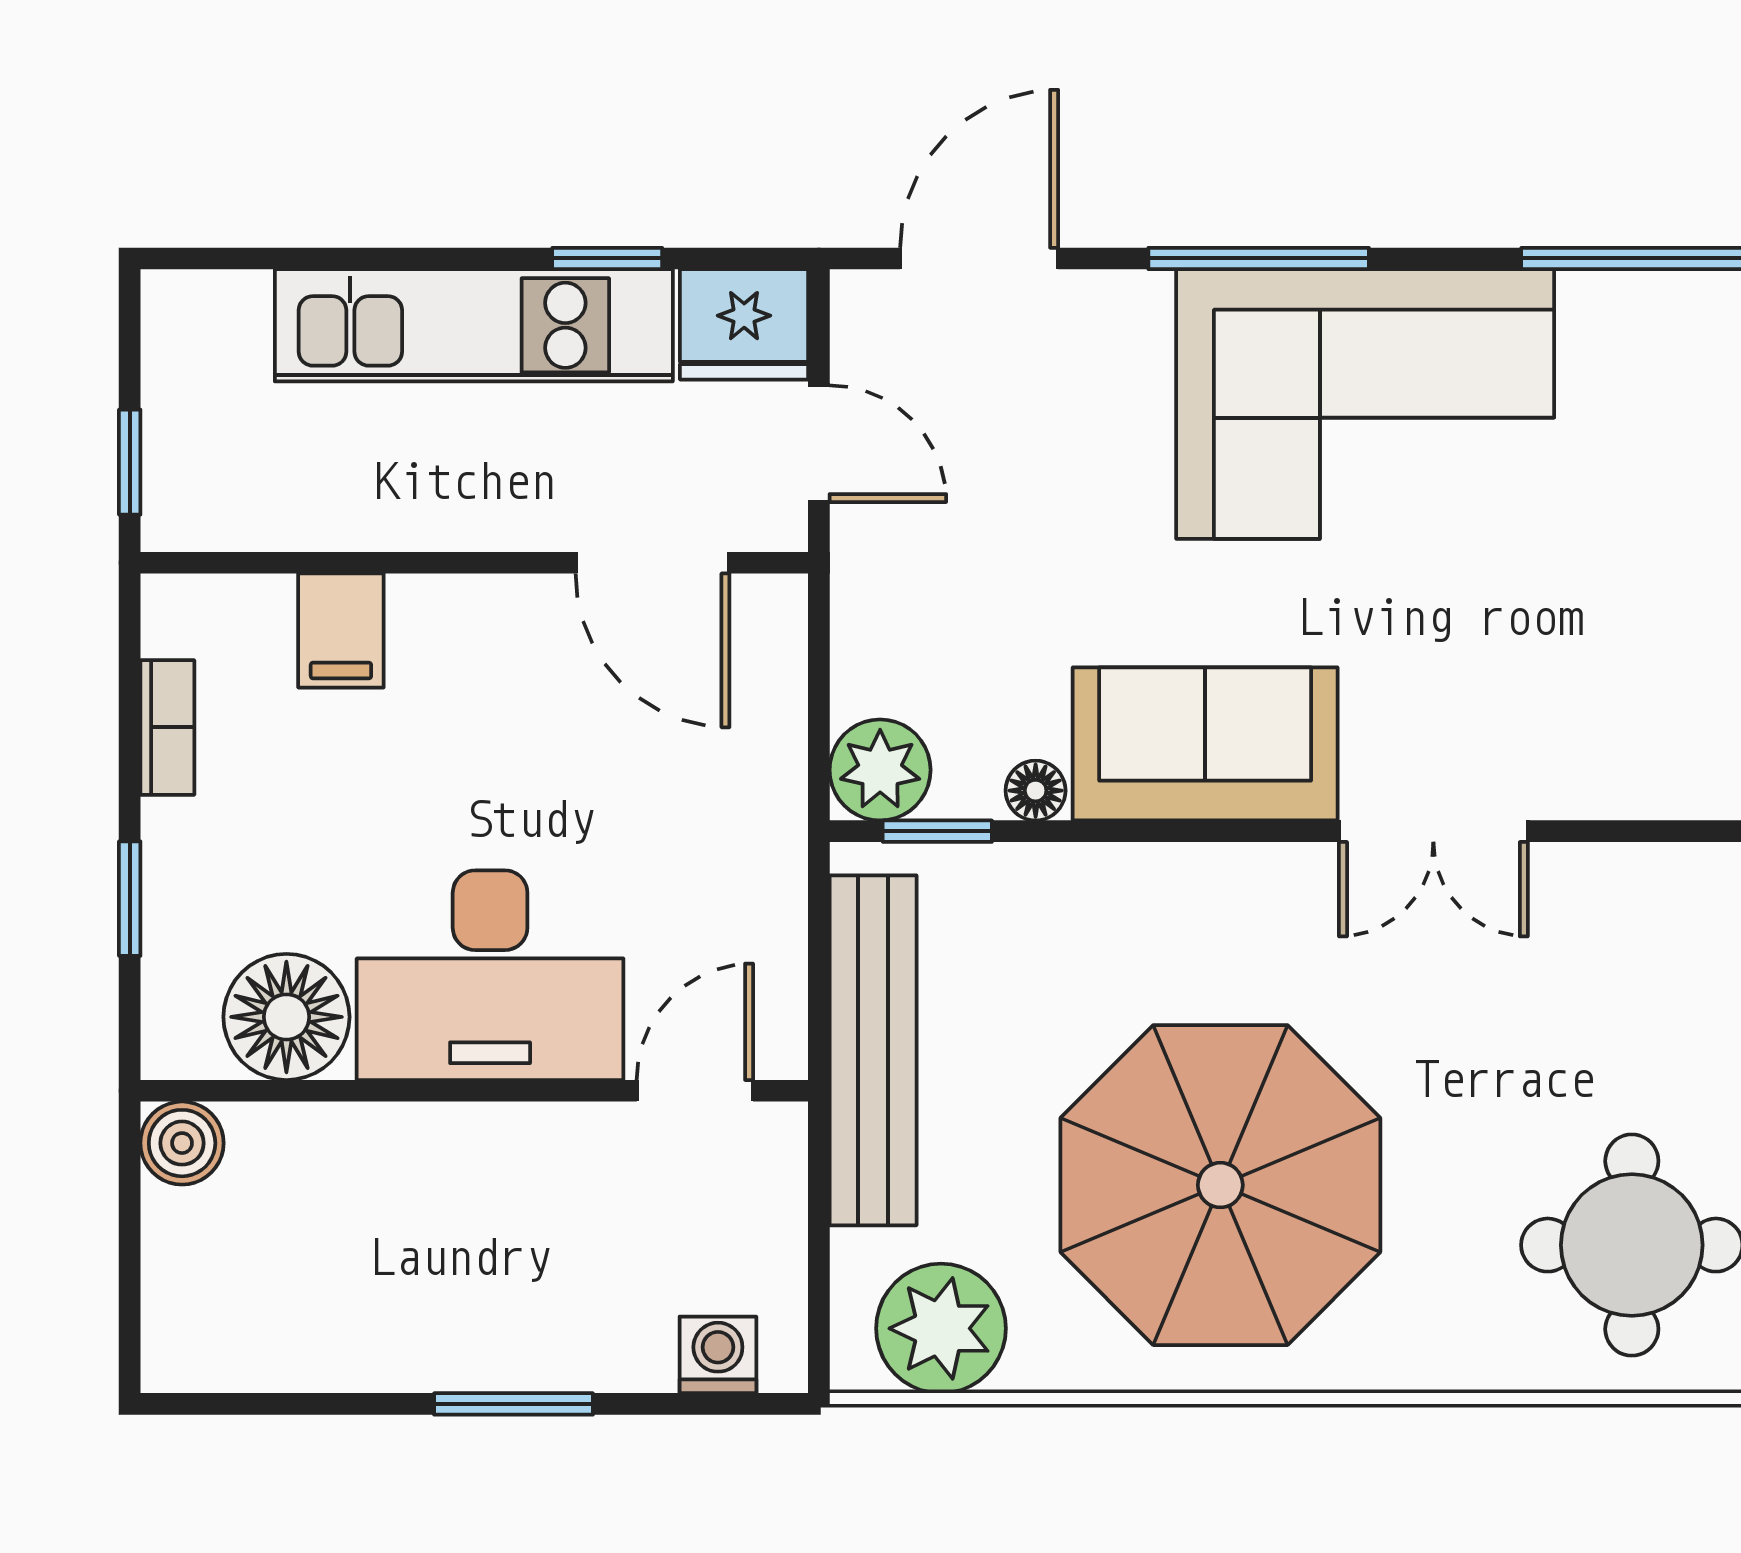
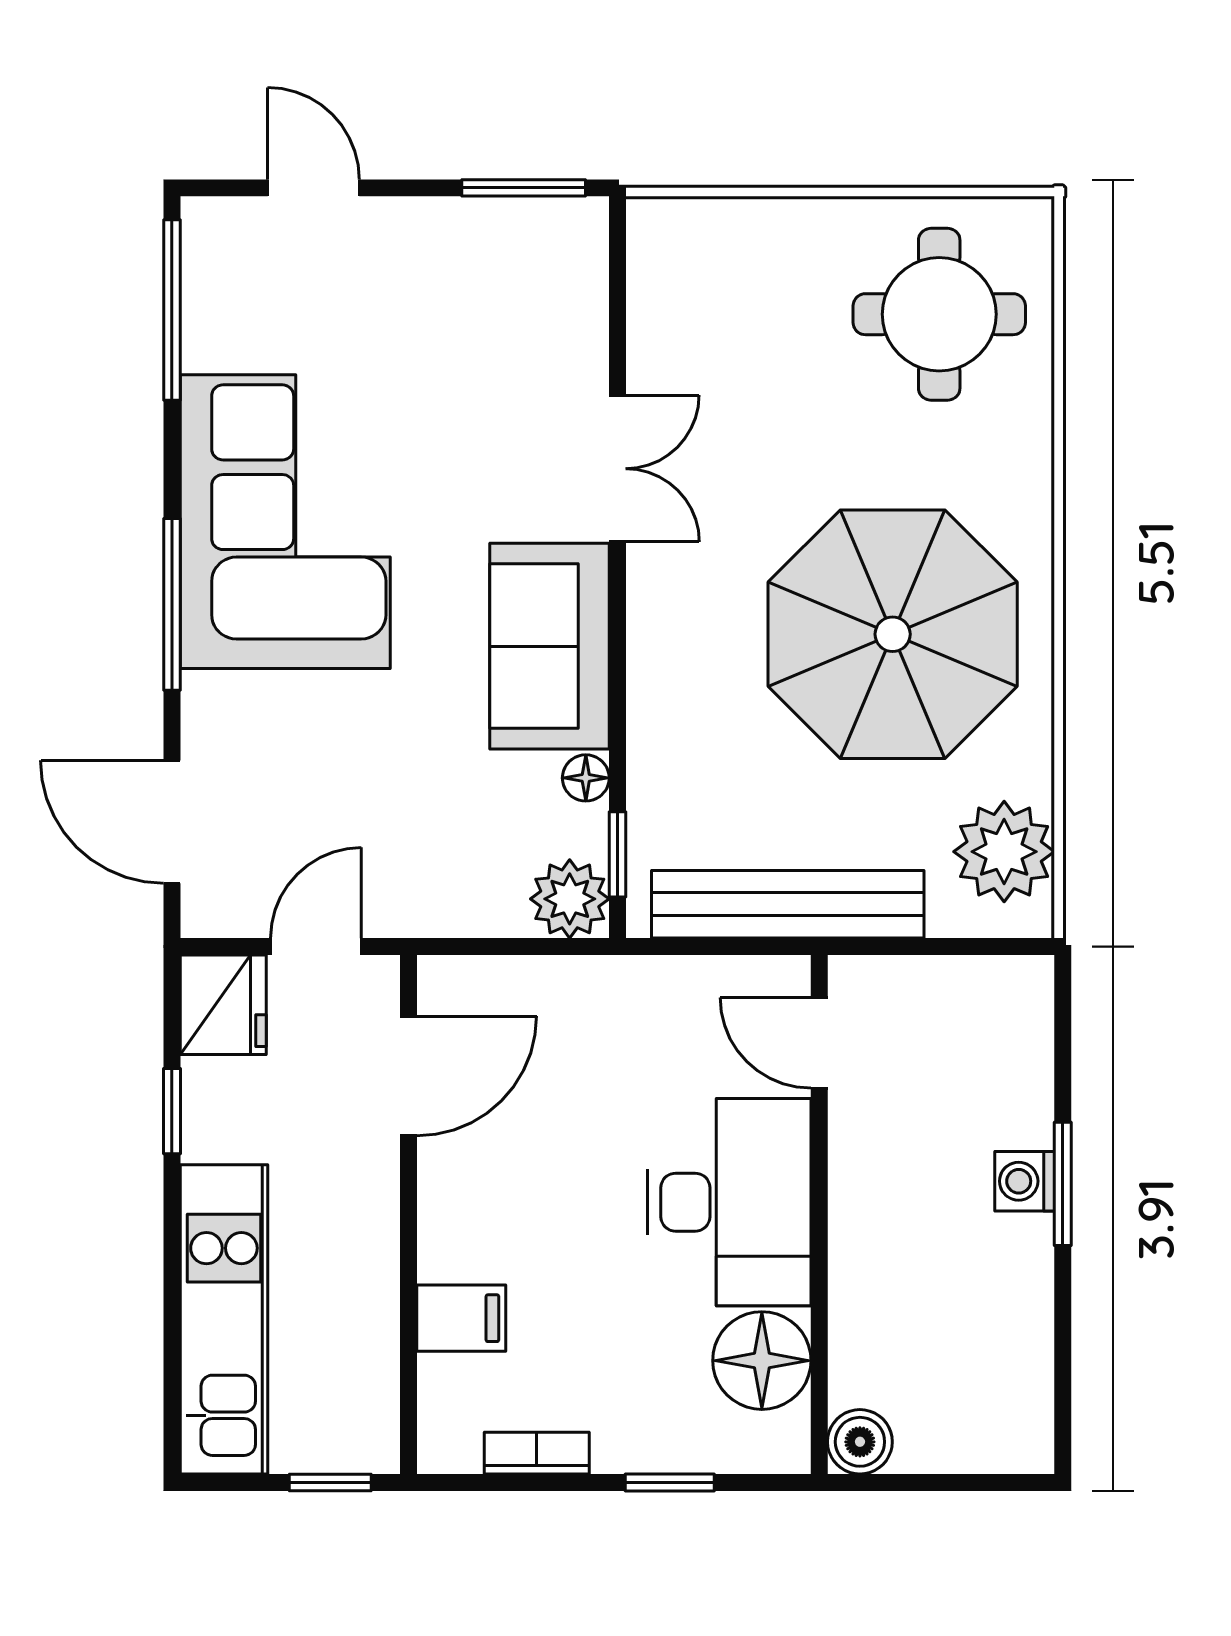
kitchen unit: (474, 325) -> (224, 1319), moved
washing machine: (718, 1355) -> (1025, 1181), moved

